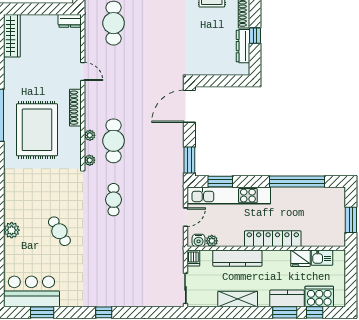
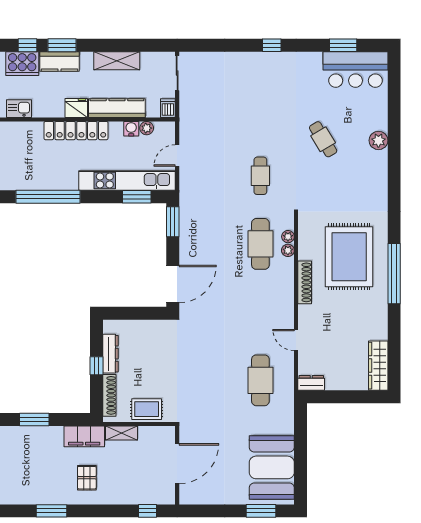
door: (83, 72) -> (296, 340), moved
plant: (90, 160) -> (288, 237), moved
water cooler: (199, 240) -> (131, 129), moved
fridge: (300, 258) -> (76, 108), moved

